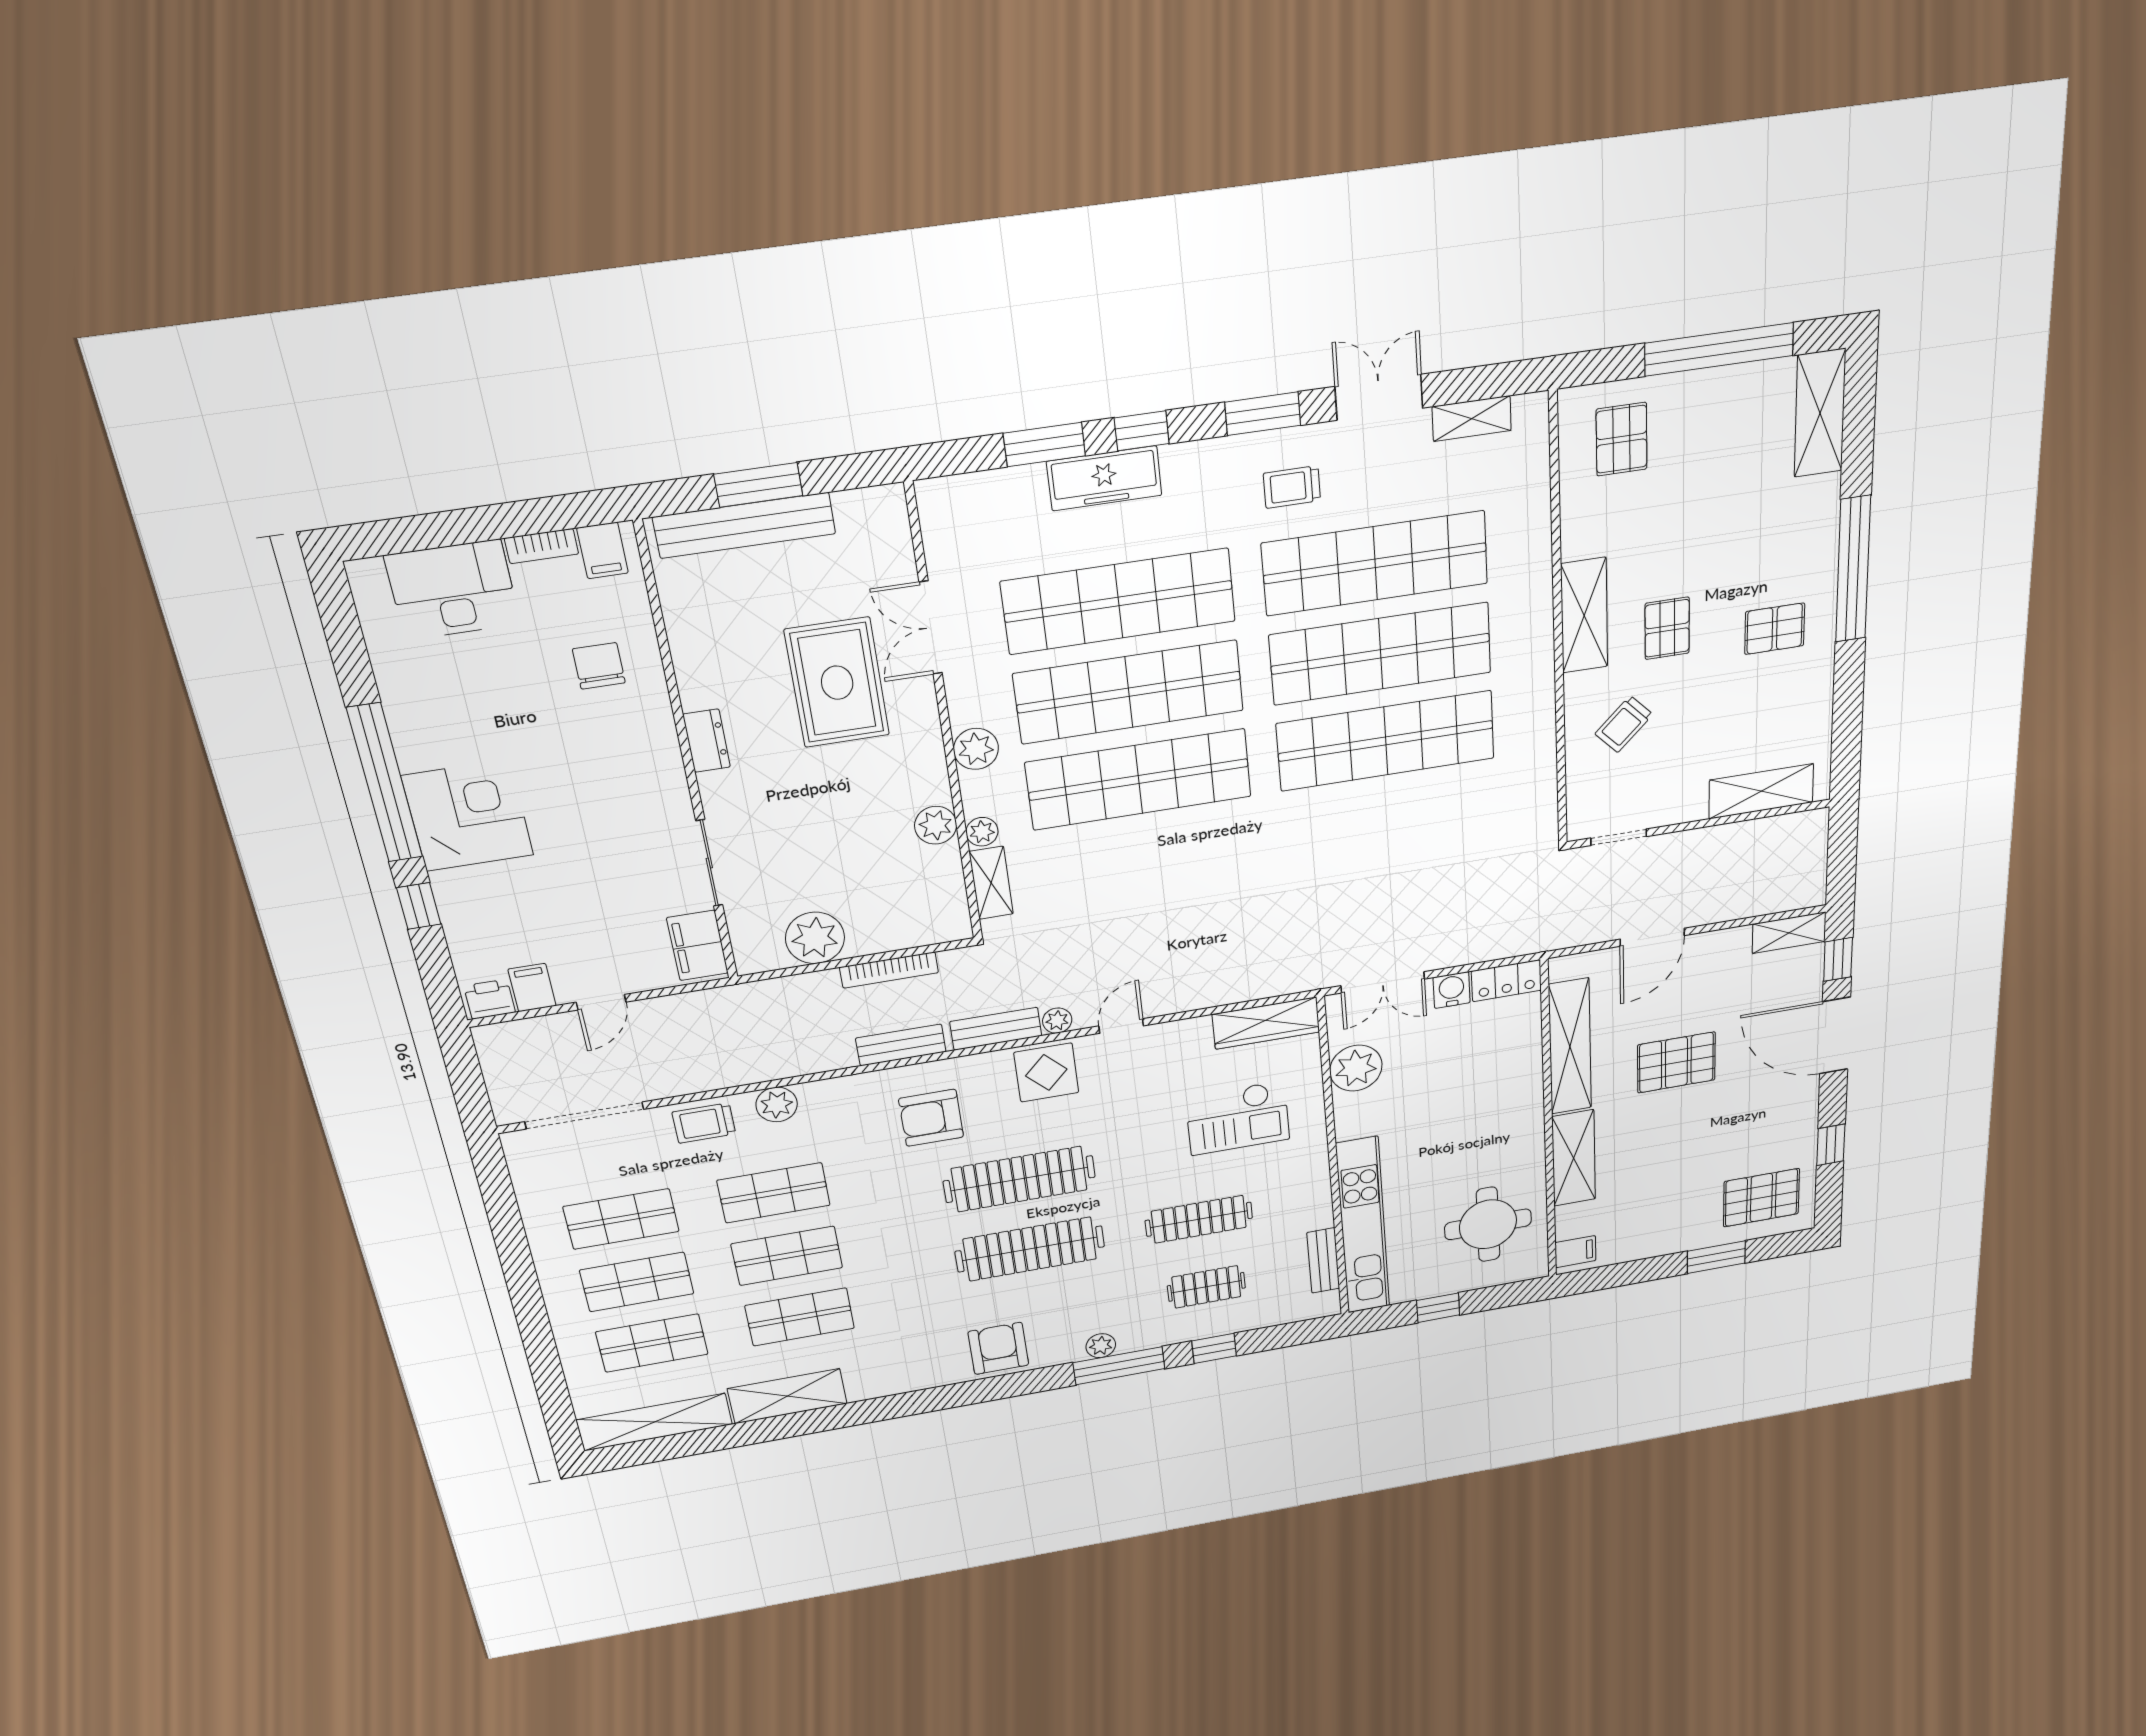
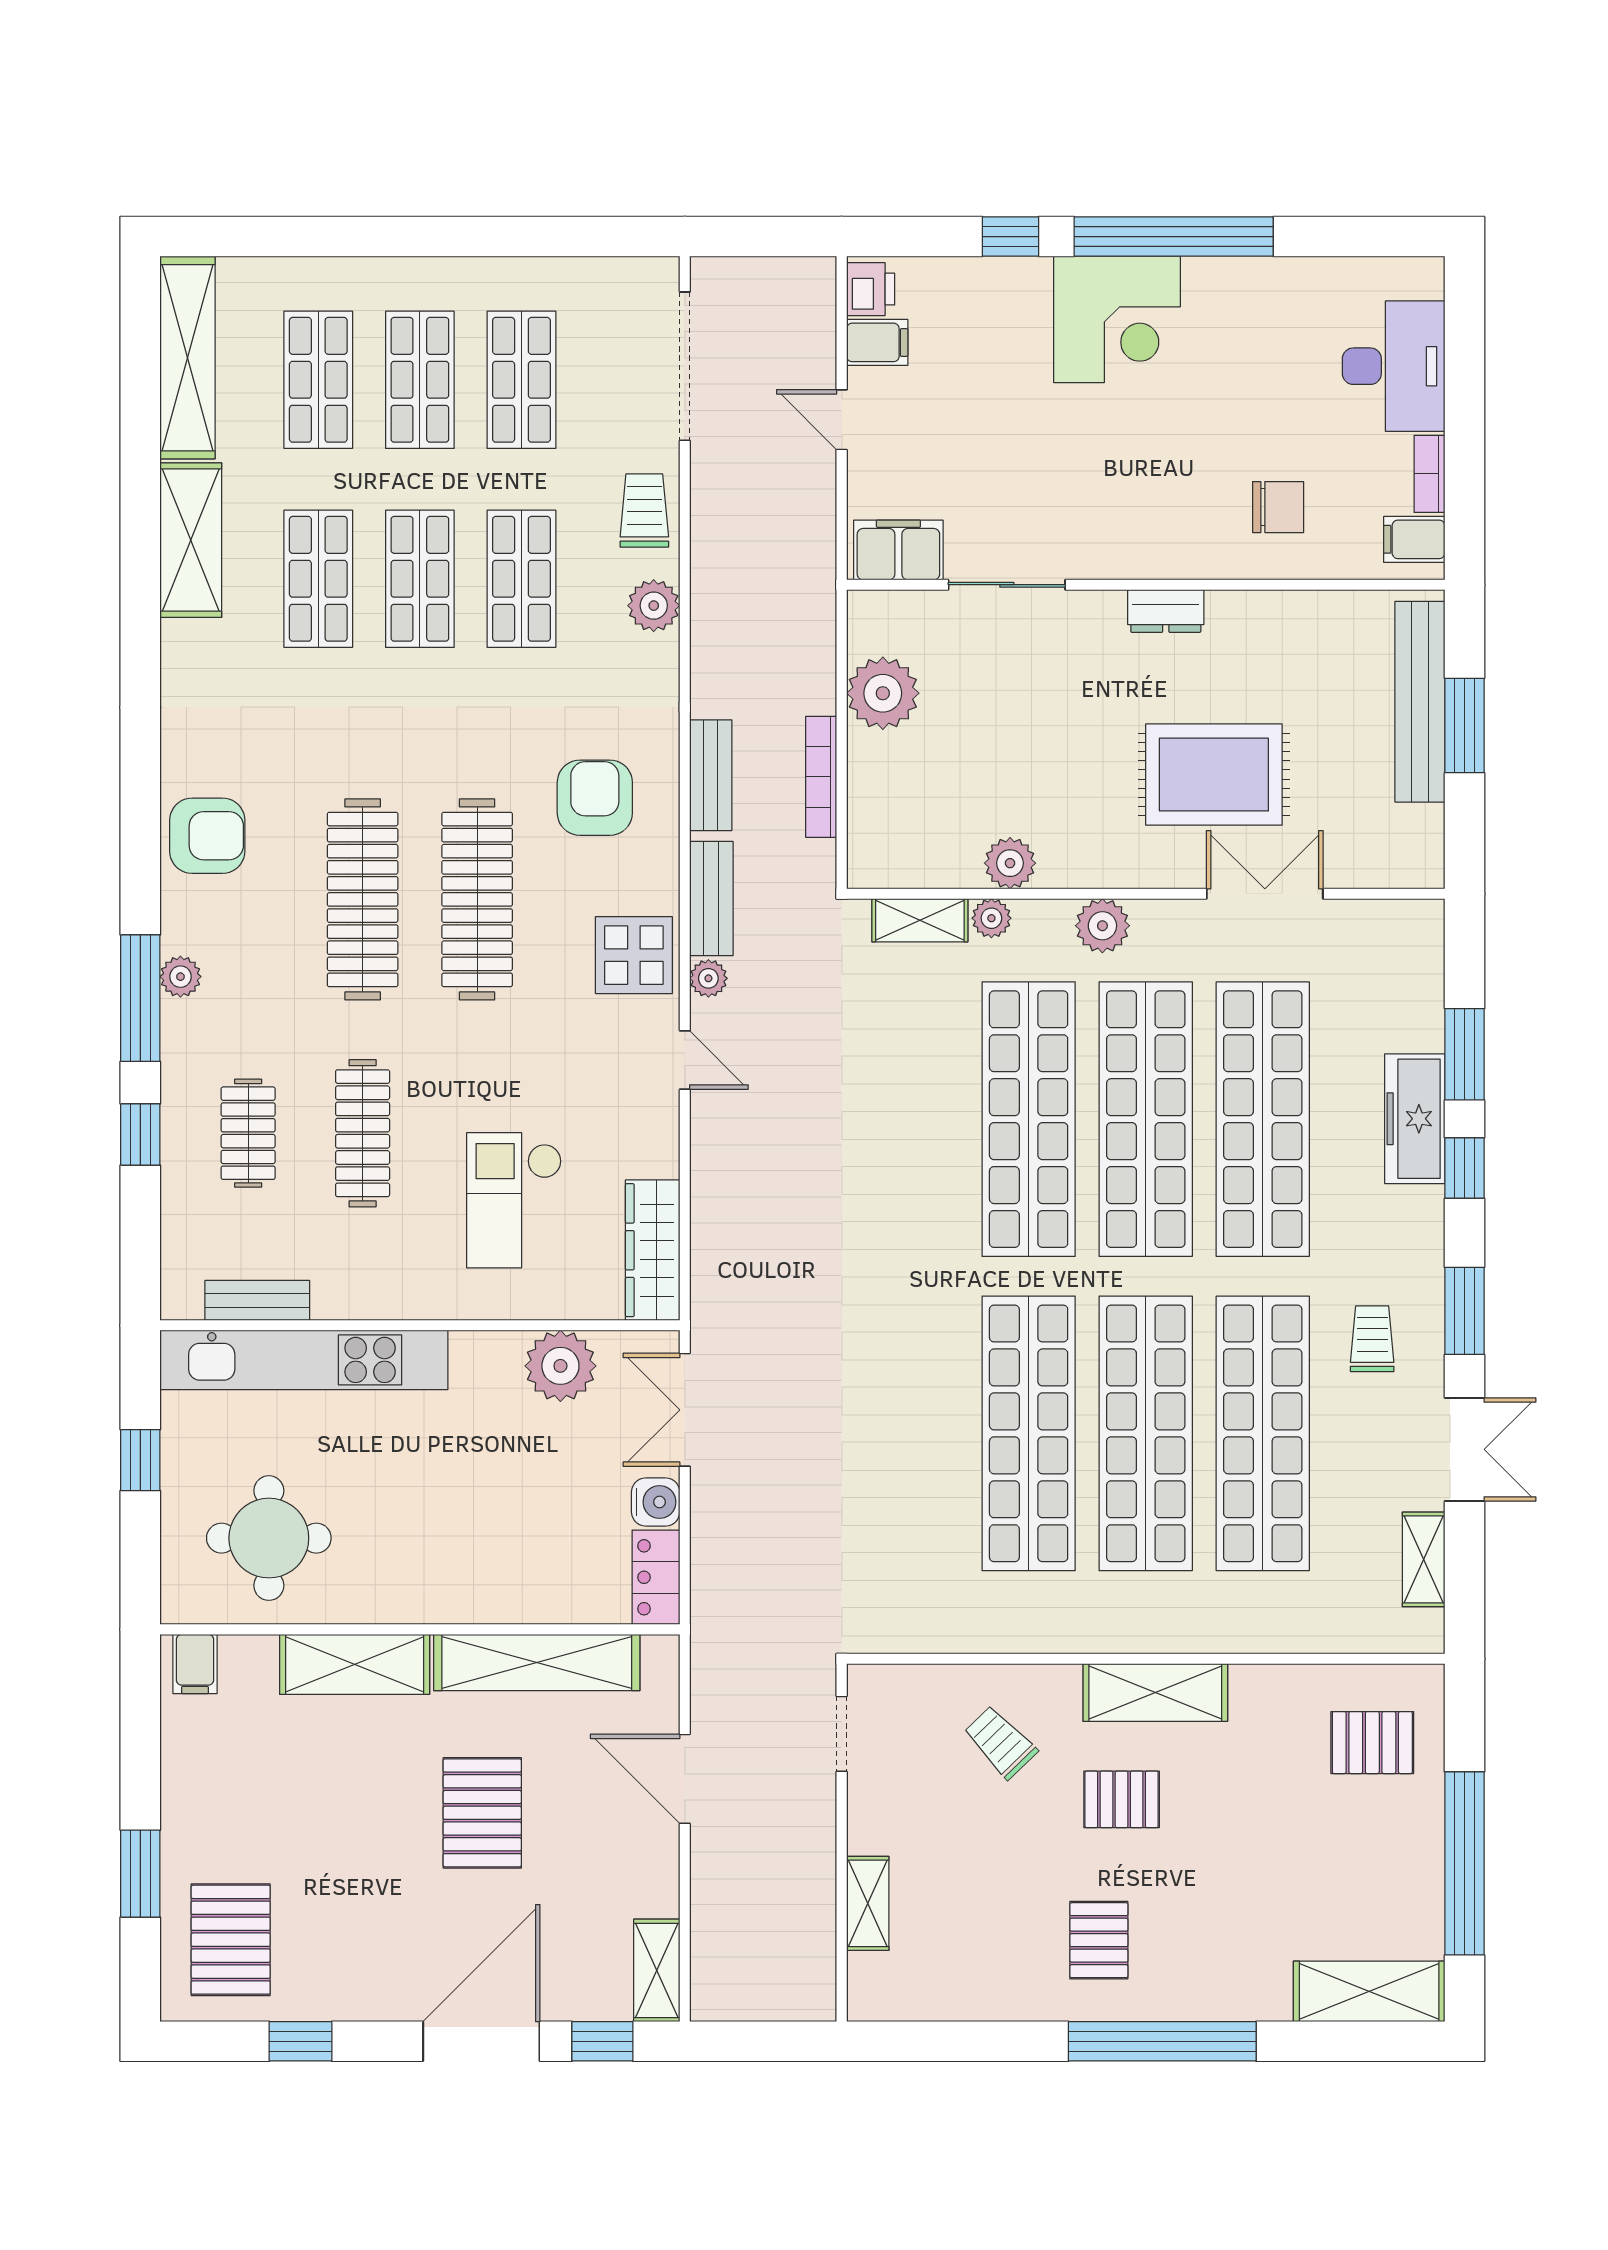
shelving: (1761, 791) -> (868, 1903), width x0.67, depth x0.75

